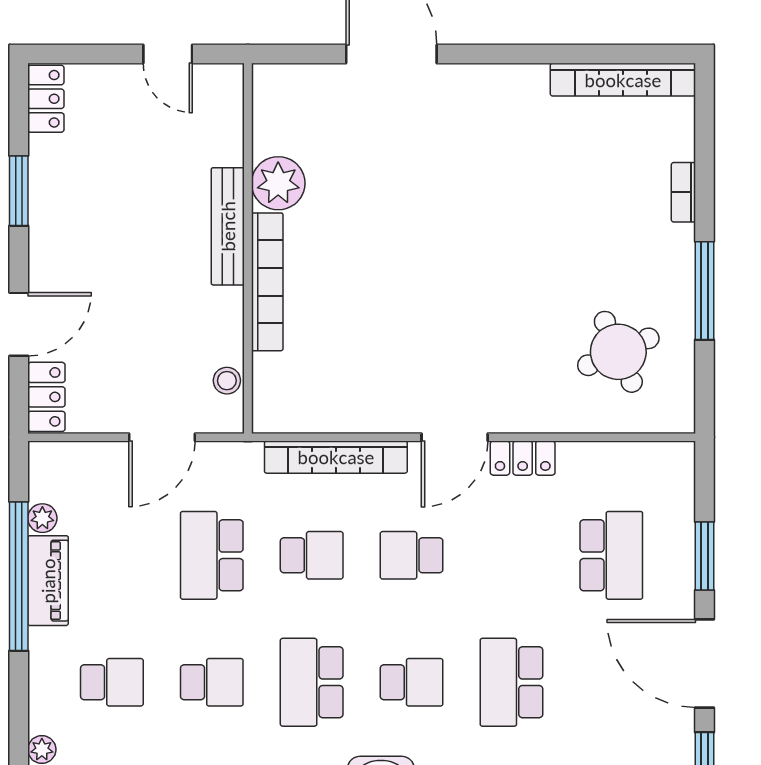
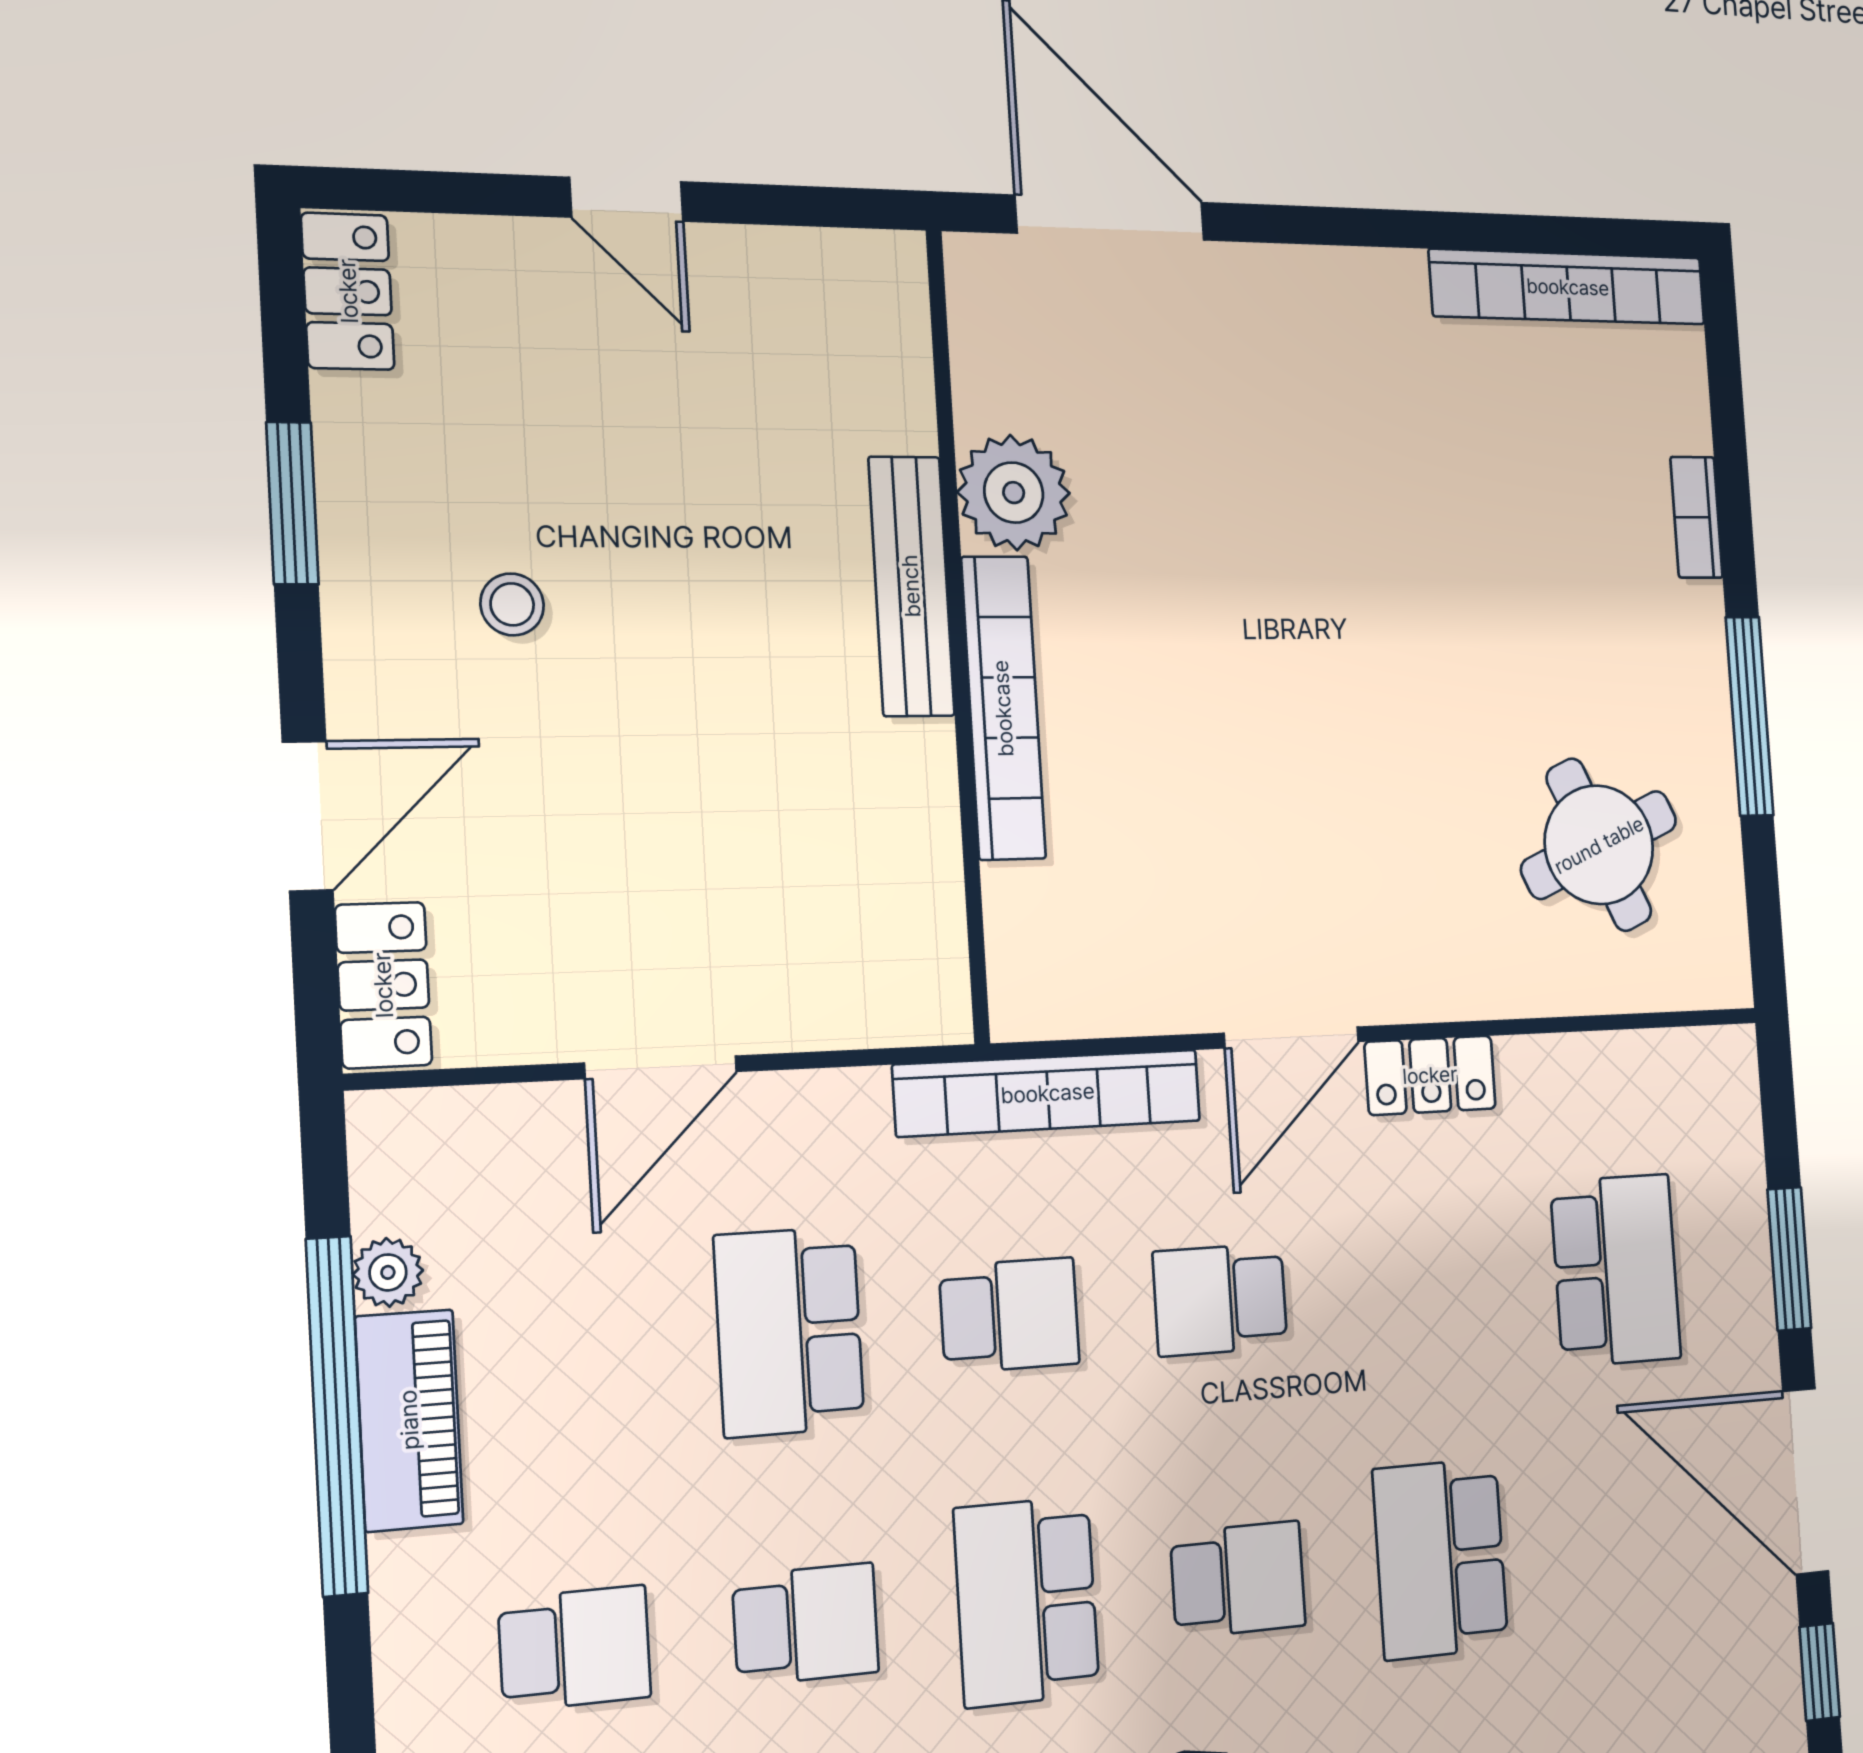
plant: (278, 183) -> (1014, 493), moved
bench: (228, 226) -> (911, 586), moved
wall: (248, 248) -> (958, 635), moved
bookcase: (267, 282) -> (1003, 708), moved
stool: (227, 381) -> (512, 604), moved

